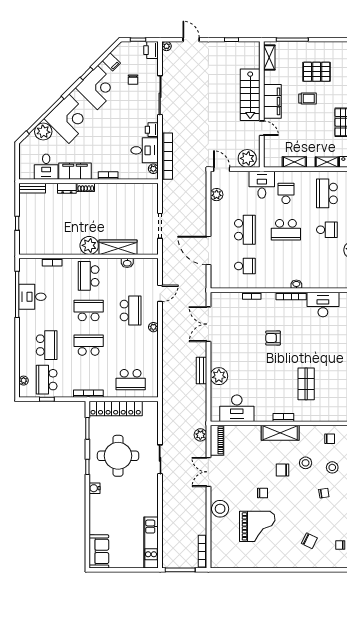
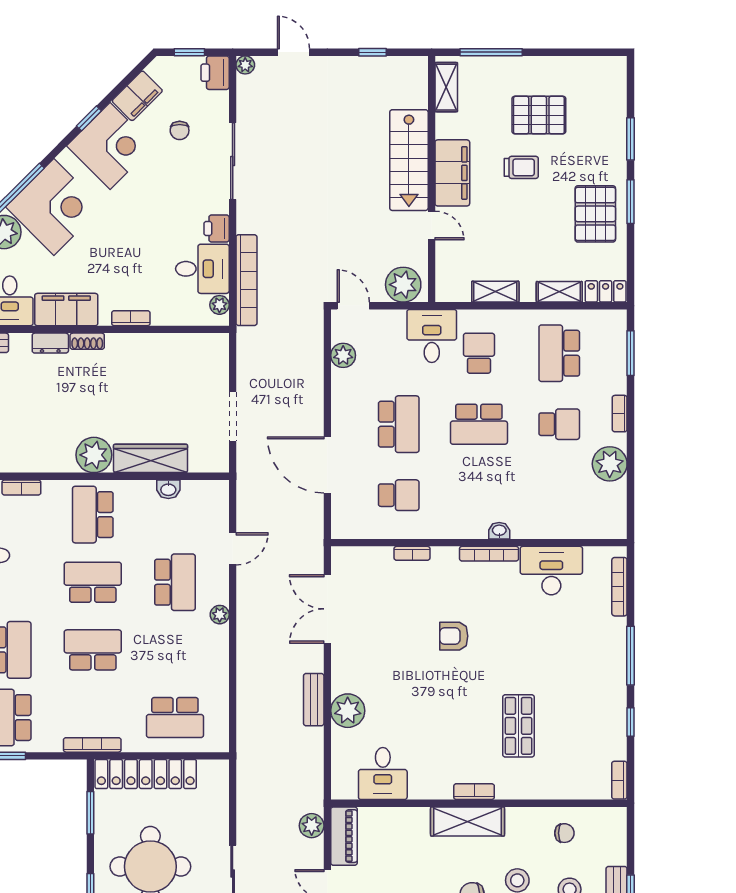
filing cabinet: (111, 62) -> (137, 96), width x2.00
desk: (237, 408) -> (383, 774), width x0.73

